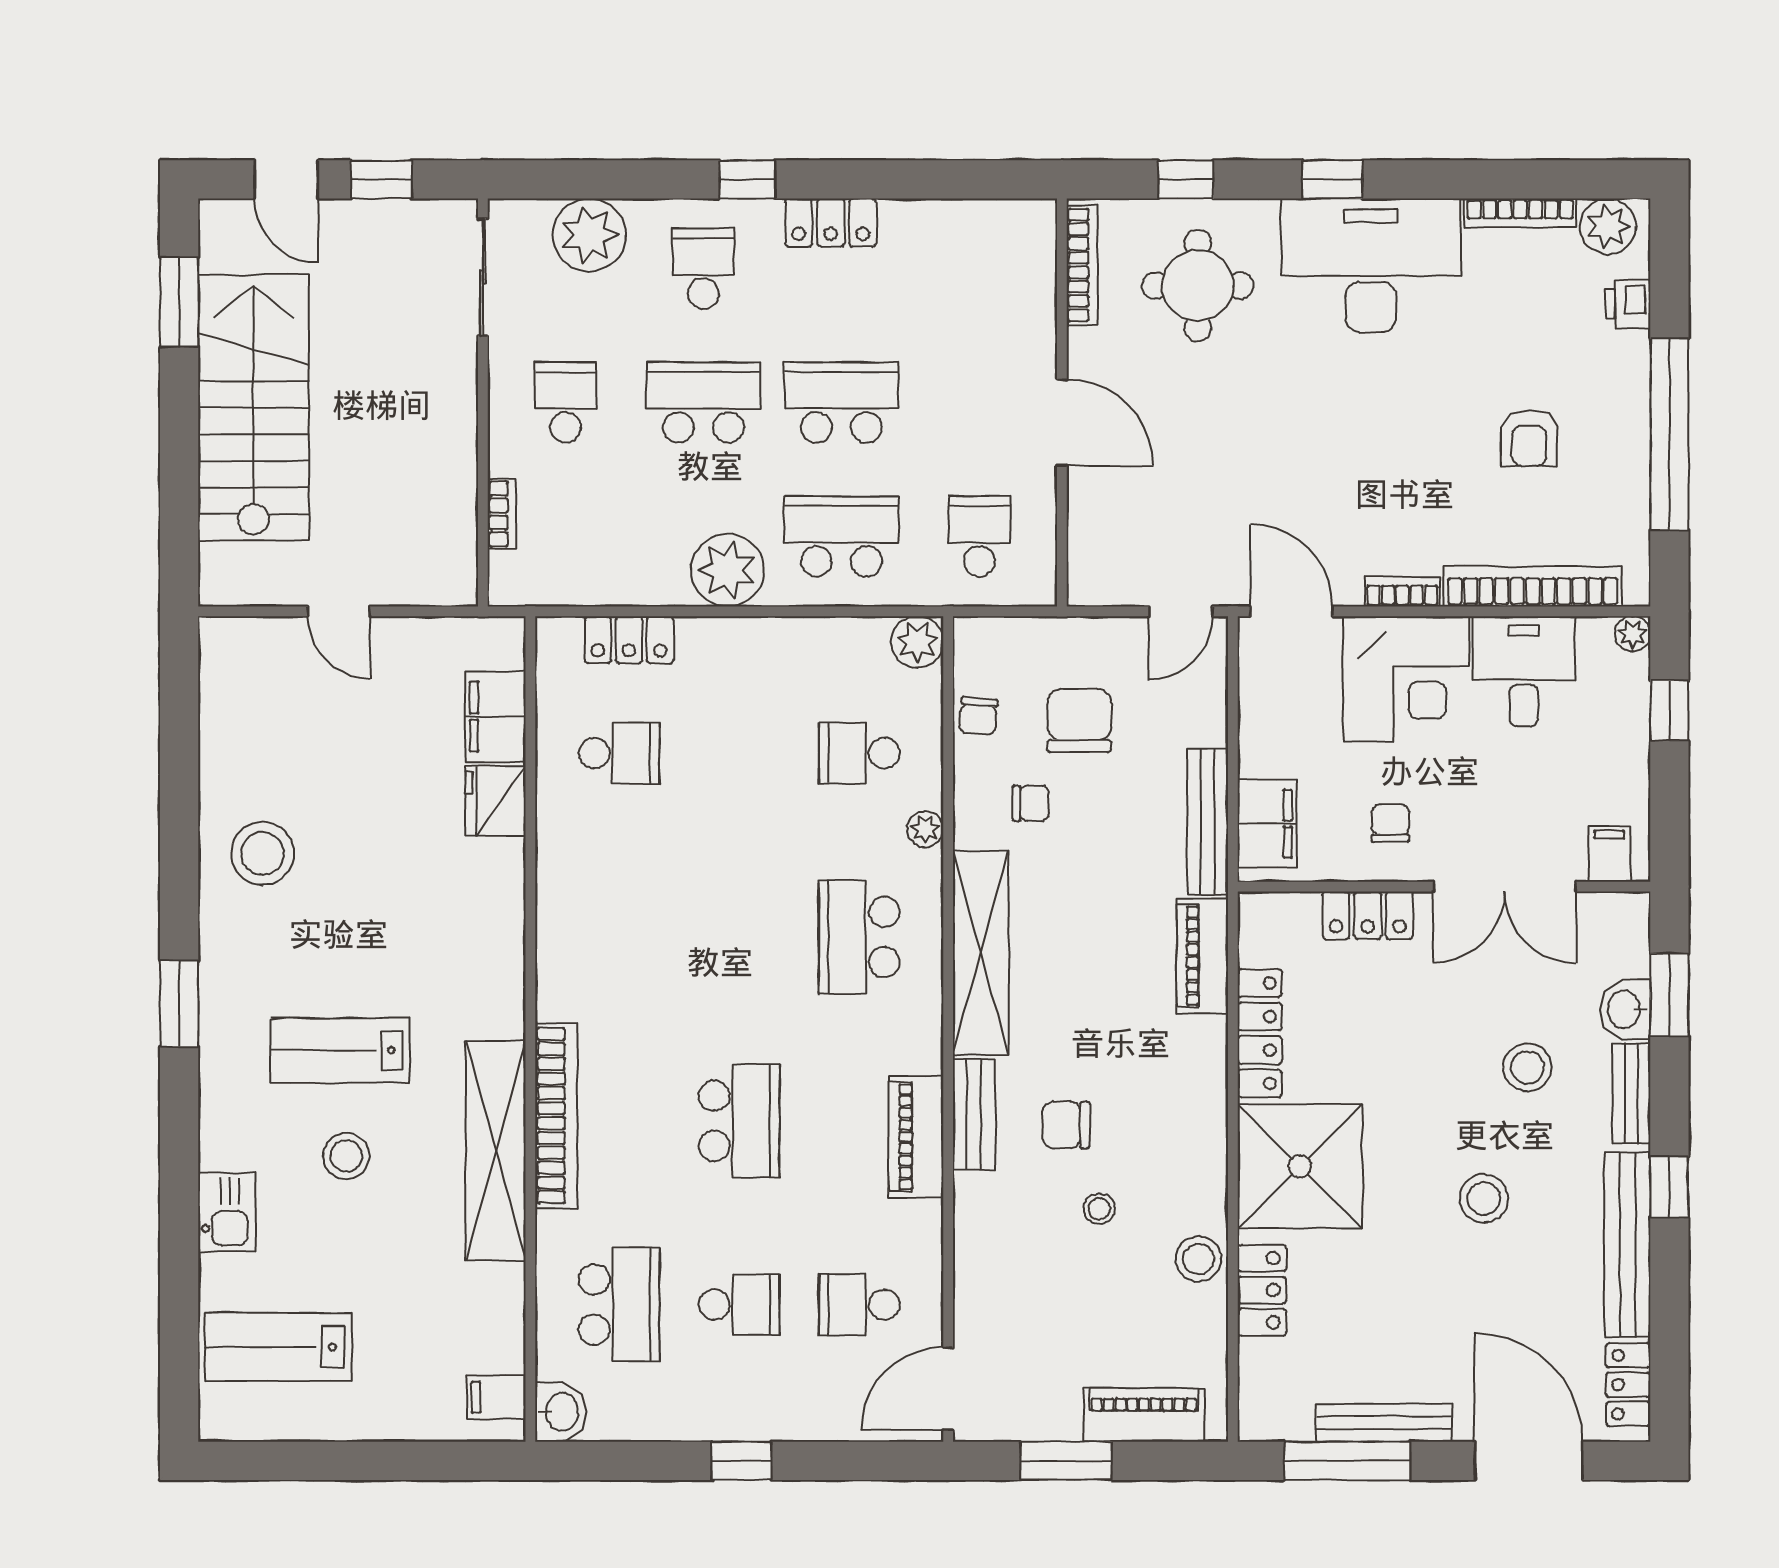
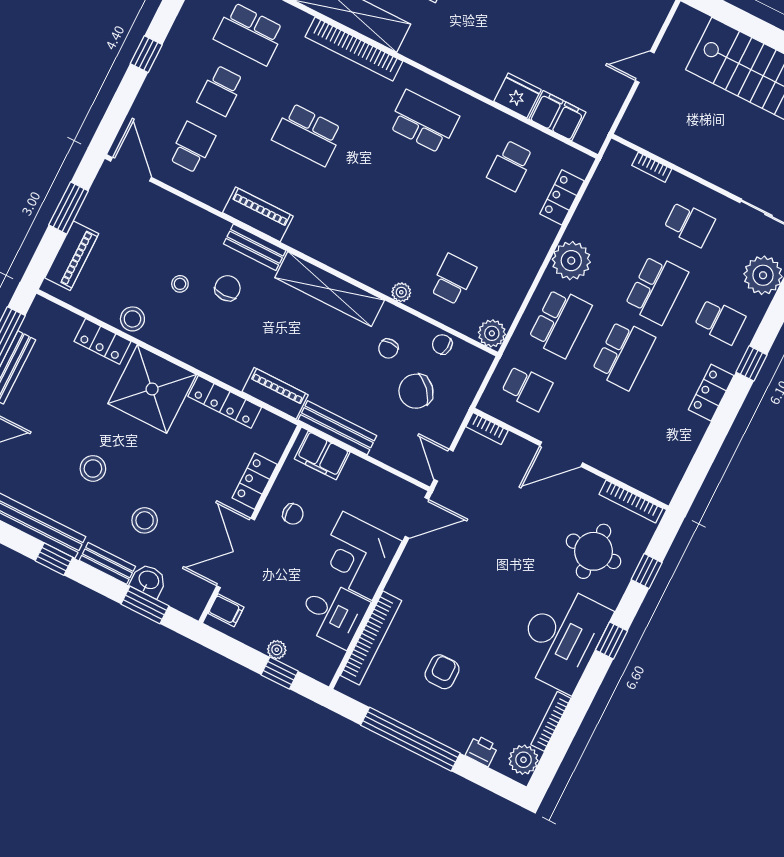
armchair: (1529, 438) -> (442, 672), turned 90
bookcase: (1402, 592) -> (487, 429), moved, turned 90
plant: (1633, 634) -> (277, 650), moved
chair: (1079, 721) -> (416, 391), turned 138
school desk: (859, 937) -> (423, 122), moved

